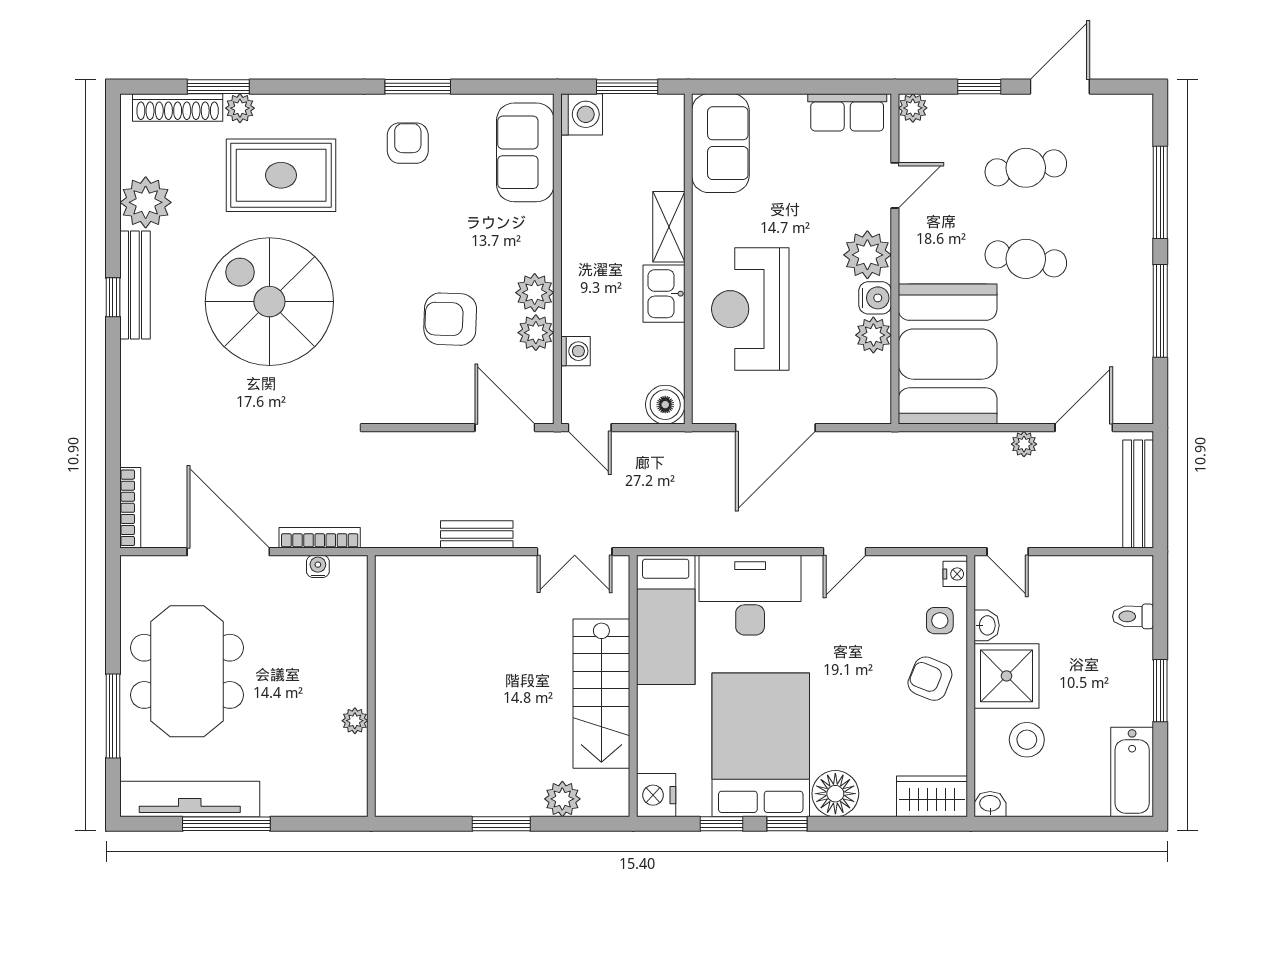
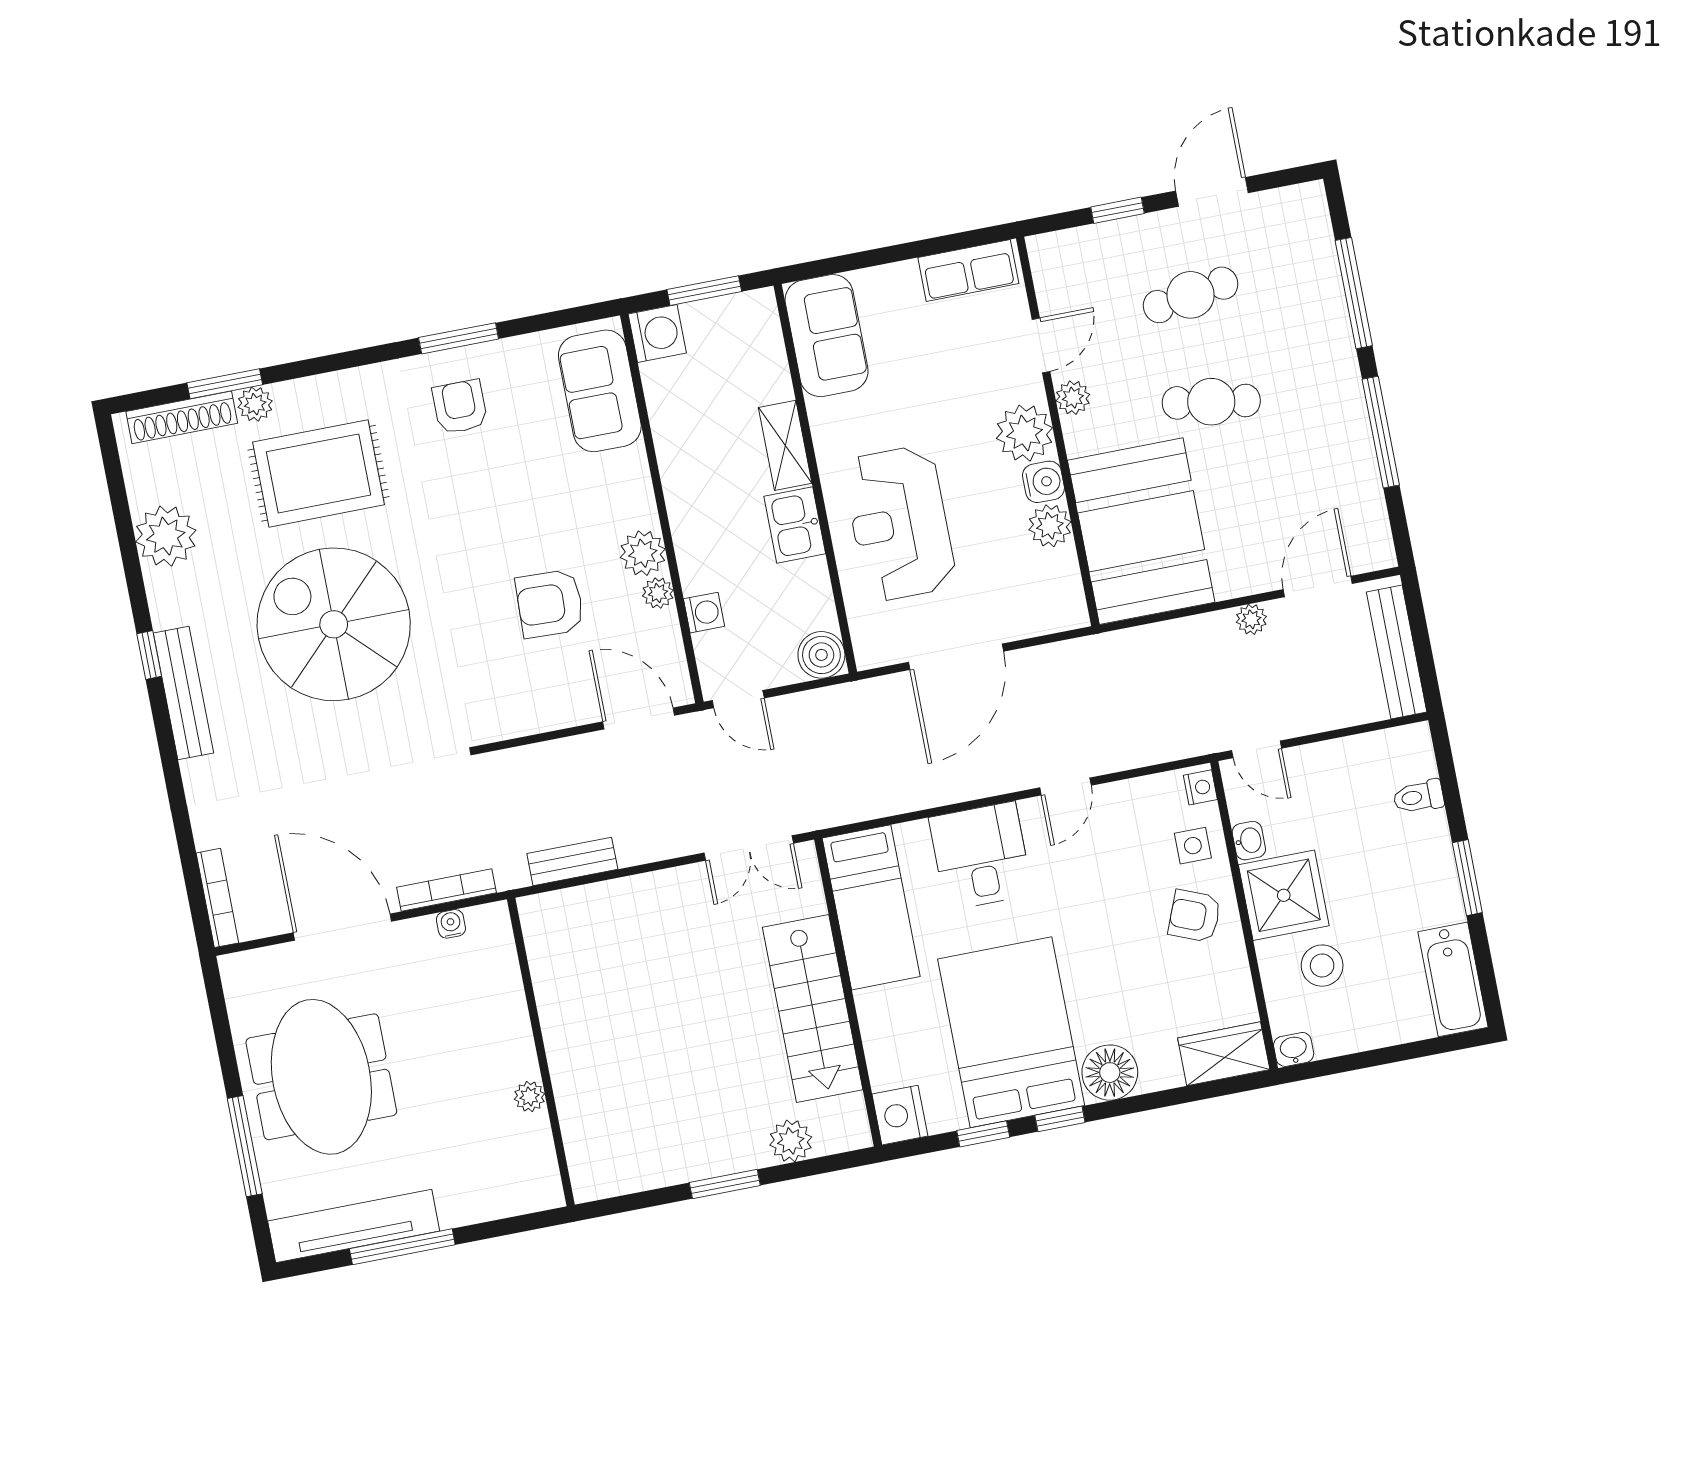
plant: (913, 108) -> (1073, 398), moved
bench: (135, 285) -> (183, 693), moved
plant: (536, 333) -> (658, 593), width x0.73, depth x0.73
bench: (477, 534) -> (572, 861), moved
desk: (750, 595) -> (981, 856), width x0.73

